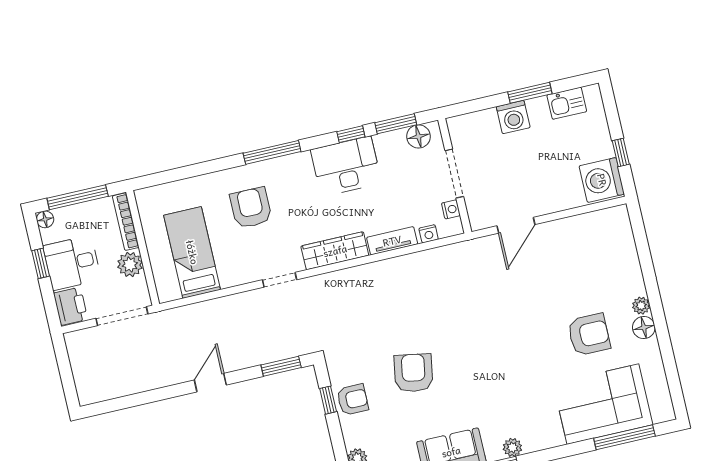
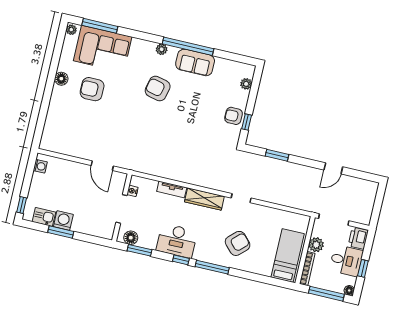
washing machine: (513, 117) -> (63, 221), moved
window: (351, 134) -> (181, 260), moved
window: (621, 153) -> (22, 205), moved
washing machine: (602, 180) -> (40, 166), width x0.53, depth x0.53
armchair: (251, 208) -> (238, 243), turned -133
door: (516, 225) -> (102, 166), swing flipped
nightstand: (429, 234) -> (151, 184), removed
bed: (192, 252) -> (288, 255), moved, turned 180
plant: (641, 306) -> (71, 30), moved
window: (281, 366) -> (277, 155), moved
armchair: (413, 373) -> (158, 88), moved, turned 93
door: (210, 383) -> (333, 168), moved

